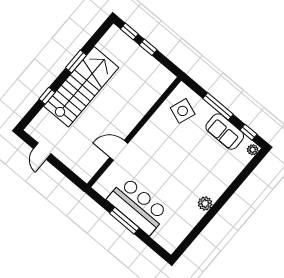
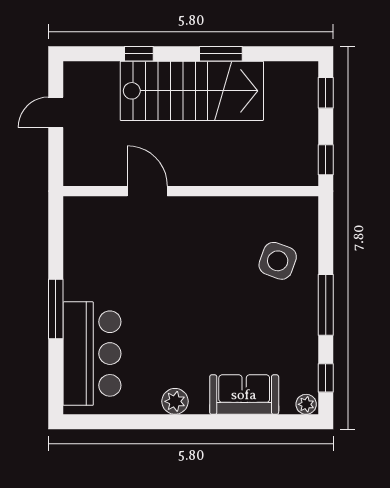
window: (148, 47) -> (326, 160), moved
wall: (134, 132) -> (191, 191), moved
sofa: (225, 132) -> (244, 395), moved, turned 90
door: (119, 150) -> (147, 191), moved
bar counter: (138, 206) -> (92, 354), moved

